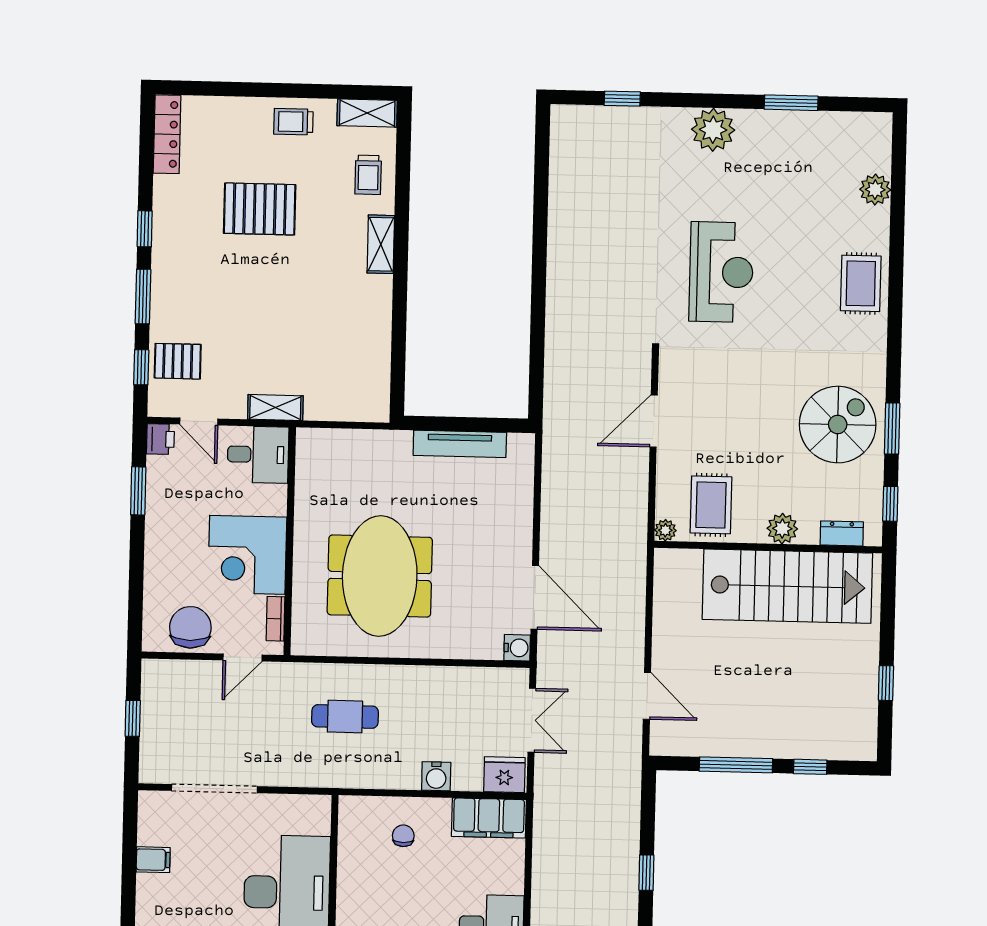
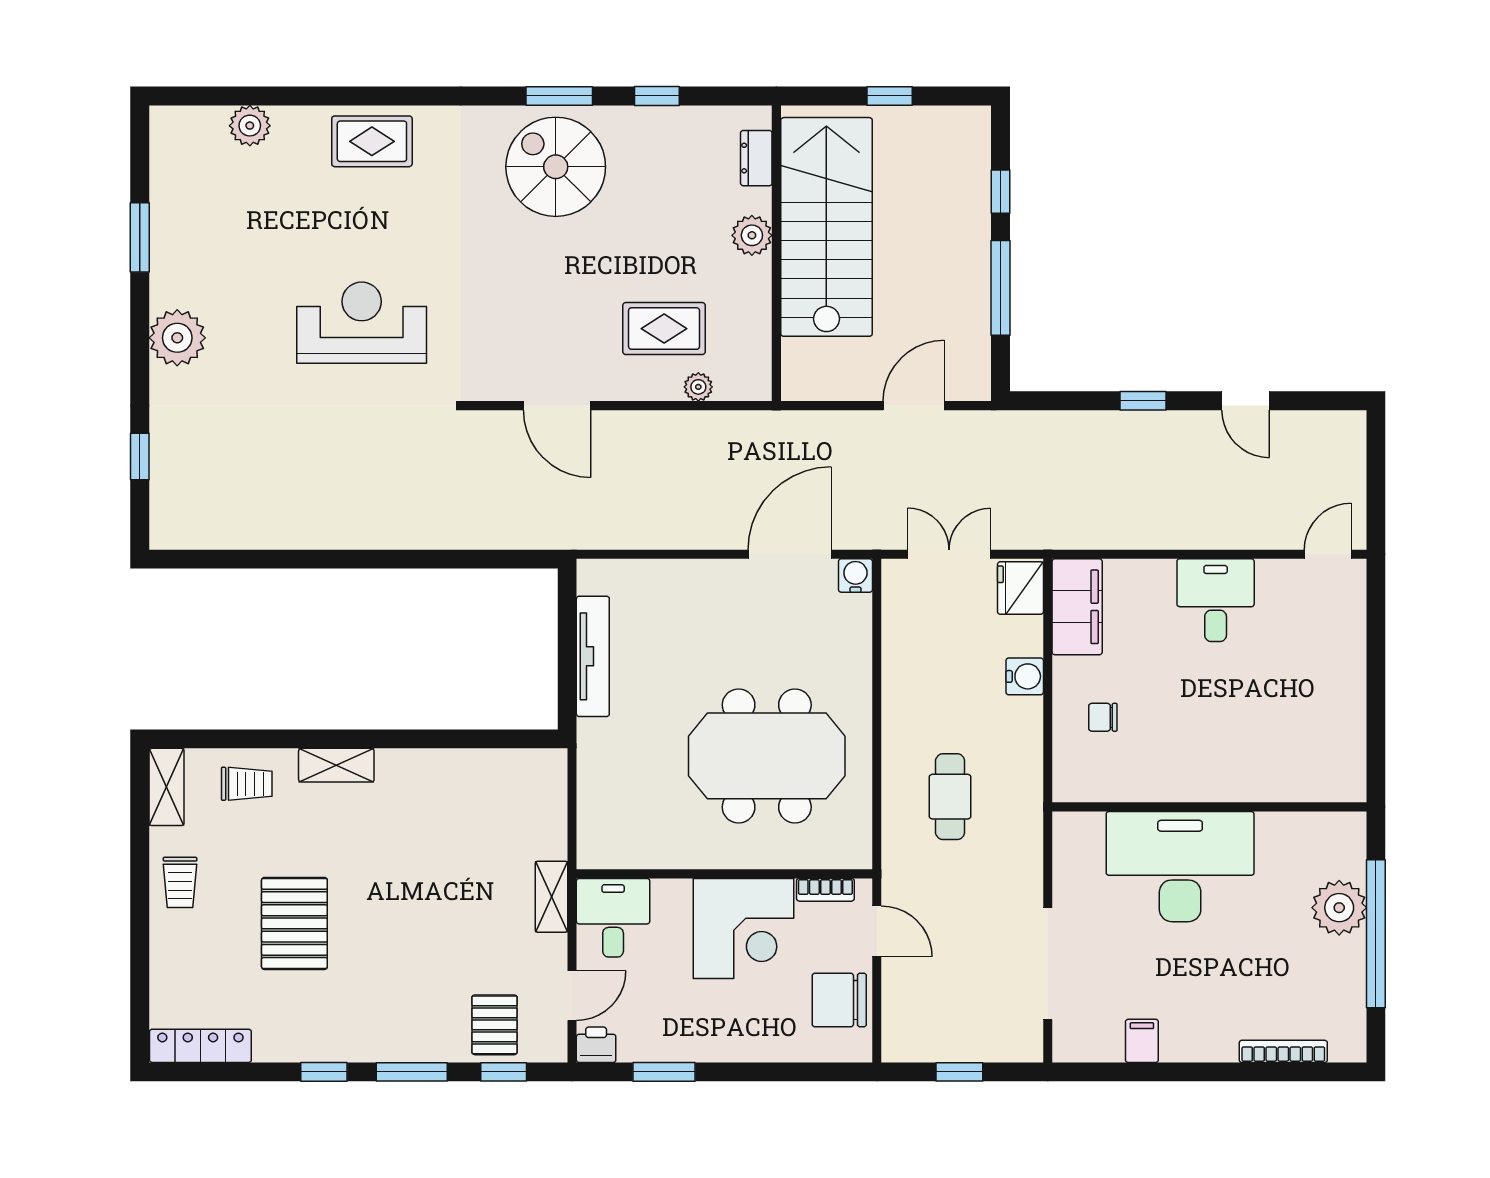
plant: (782, 529) -> (752, 235), moved
dresser: (842, 533) -> (756, 158), moved
wall: (768, 547) -> (776, 253), moved
stairs: (787, 586) -> (826, 227), moved

